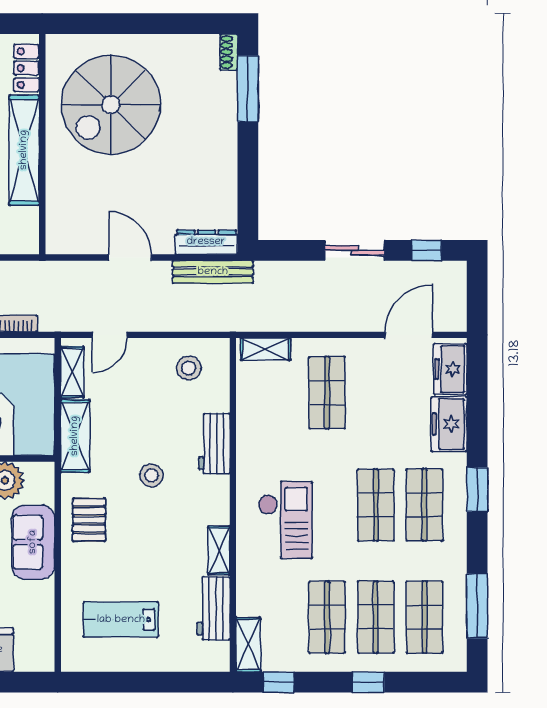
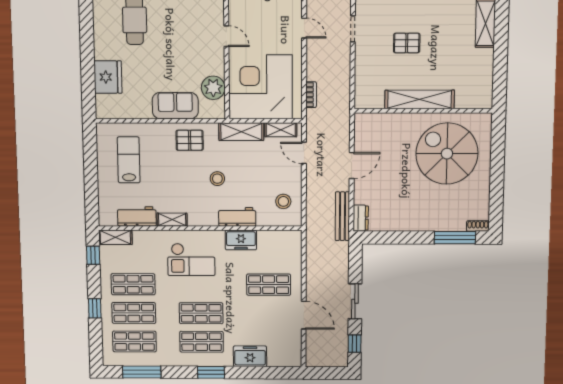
locker: (26, 68) -> (471, 101), removed
dresser: (206, 242) -> (361, 218), width x0.70
door: (409, 335) -> (304, 315), moved
shelving: (266, 349) -> (295, 248), removed
freezer: (450, 369) -> (241, 240), moved, turned 180

